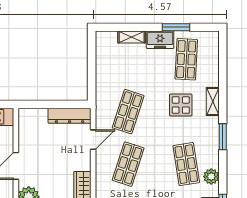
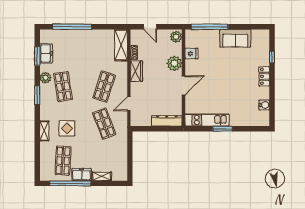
window: (176, 27) -> (70, 183), width x2.11
shop shelf: (128, 112) -> (104, 124), turned -39
dresser: (70, 116) -> (167, 121), moved
window: (223, 137) -> (37, 95), moved

